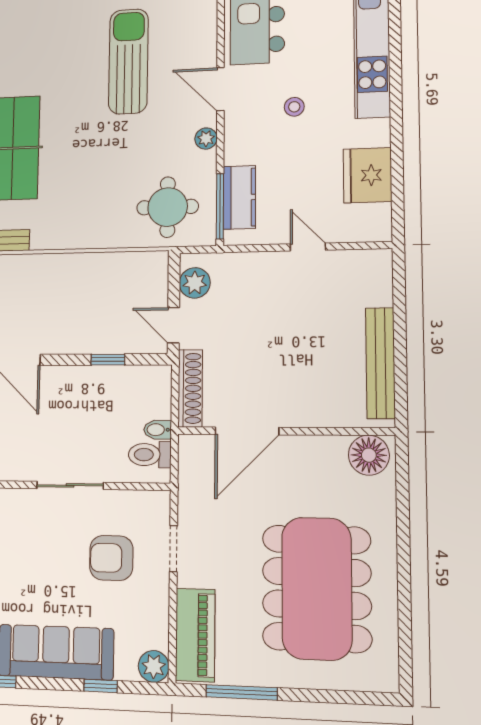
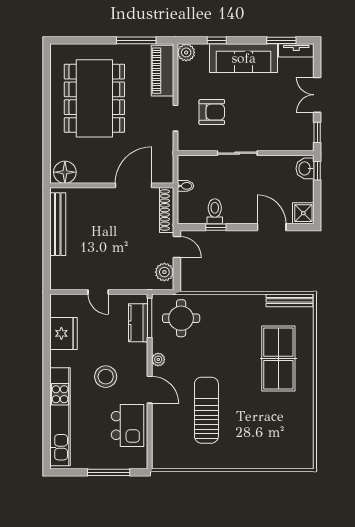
sun lounger: (128, 61) -> (206, 410), turned 180
stool: (294, 107) -> (106, 377), width x1.89, depth x1.89
toilet: (150, 455) -> (215, 211), moved, turned -90

